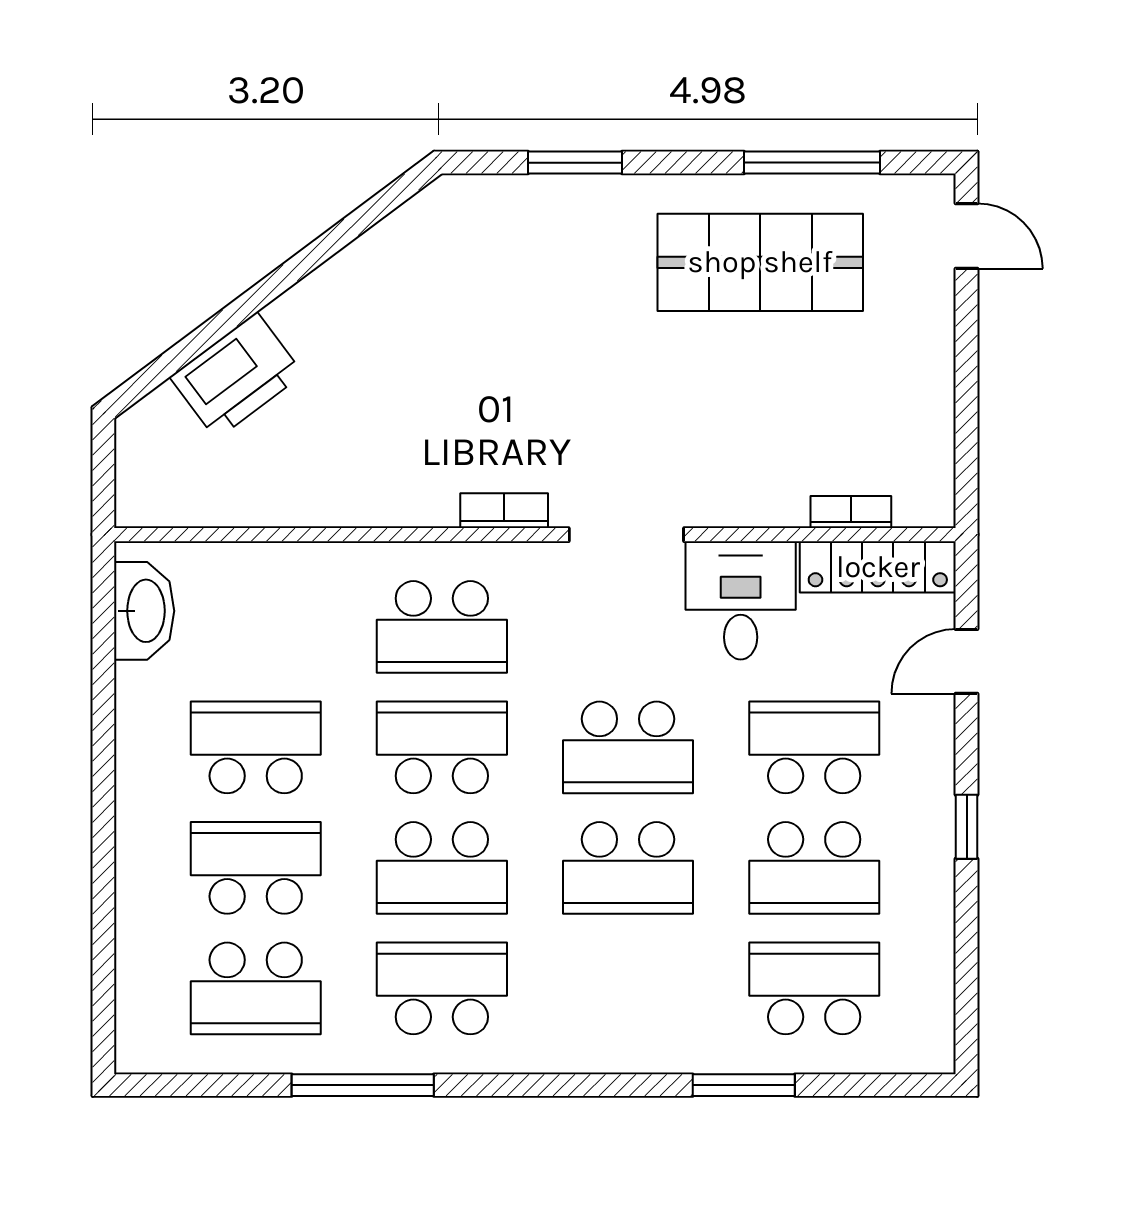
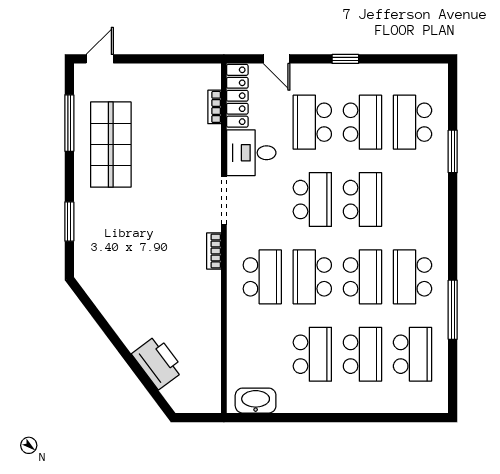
school desk: (256, 747) -> (312, 354), turned 180
school desk: (256, 868) -> (362, 354), turned 180

